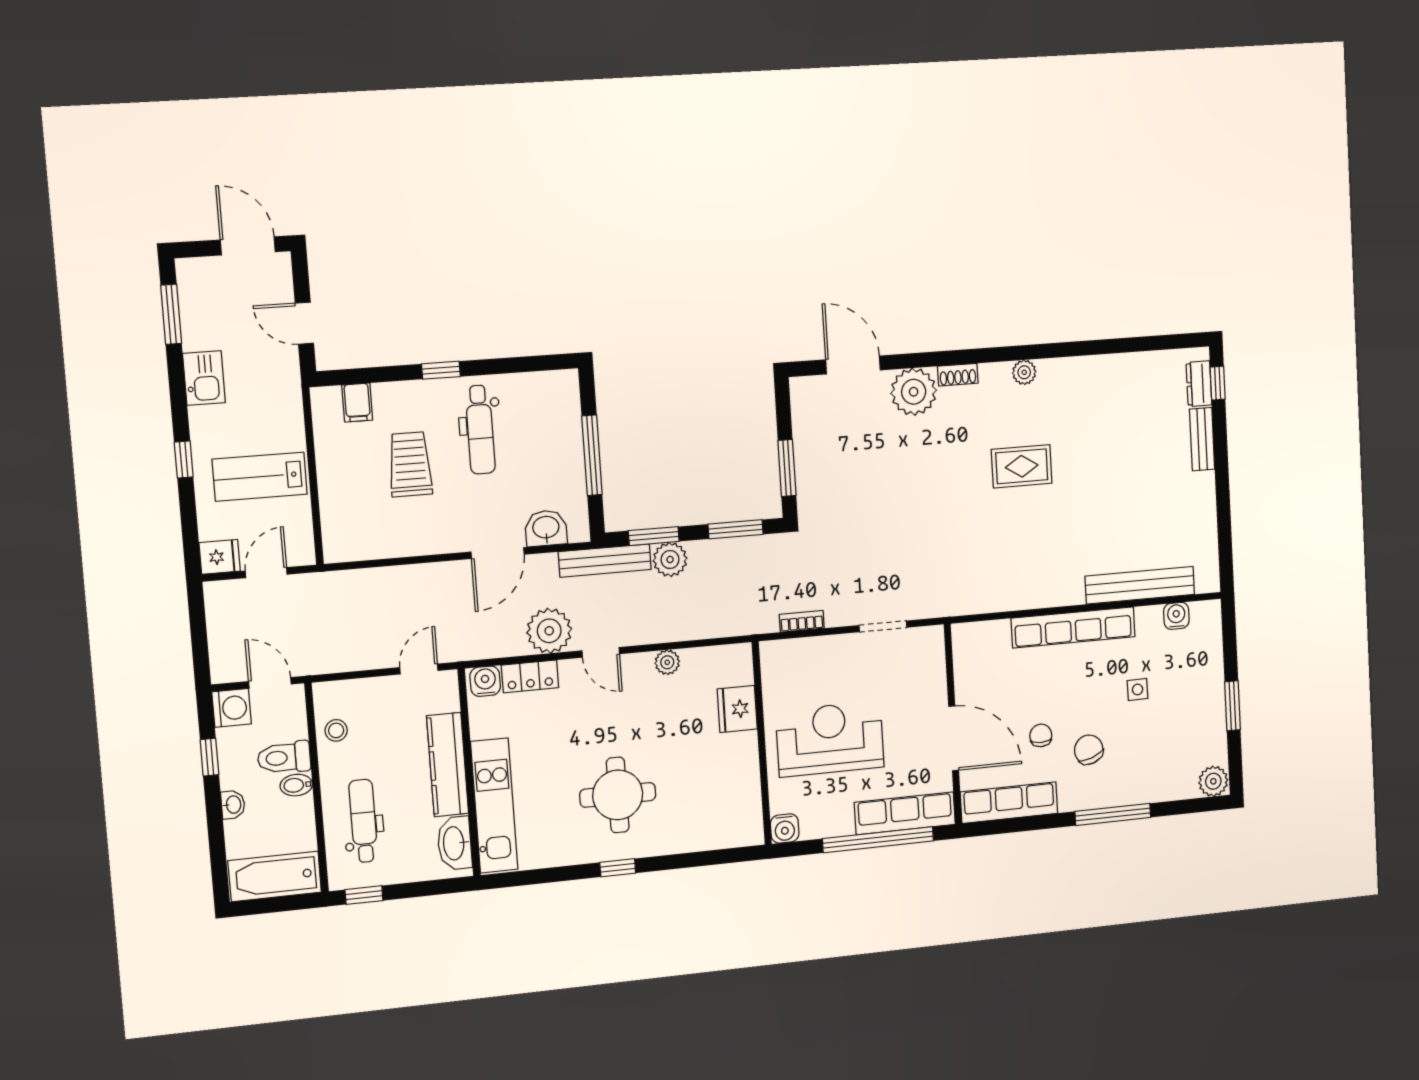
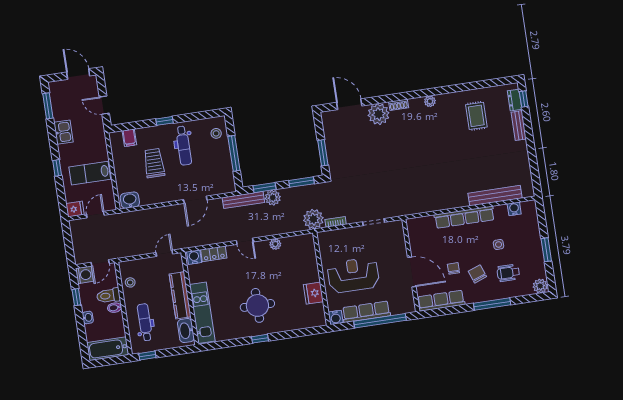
stool: (556, 407) -> (216, 133), added
rug: (1022, 466) -> (476, 116), moved, turned 90
washbasin: (546, 528) -> (130, 200), moved
plant: (549, 631) -> (313, 219), moved
door: (270, 683) -> (100, 263), swing flipped
fridge: (737, 709) -> (313, 293), moved
wheelchair: (1152, 750) -> (508, 273), added
row of seats: (905, 813) -> (366, 312), moved

